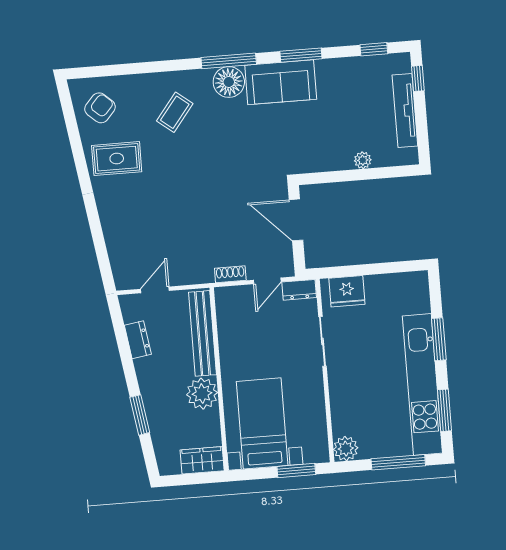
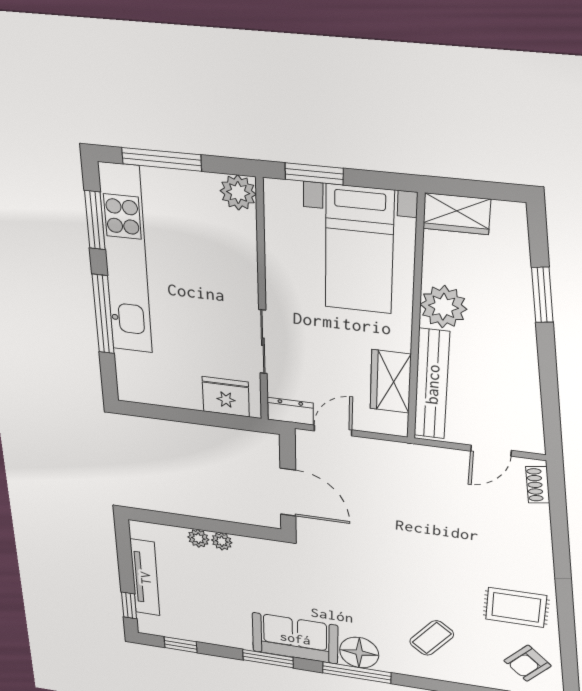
plant: (344, 162) -> (222, 541), added
shoe rack: (230, 274) -> (538, 485), moved, turned 81
wardrobe: (231, 330) -> (390, 381), added
window: (439, 339) -> (103, 314), width x1.44
dresser: (138, 340) -> (527, 394), removed

